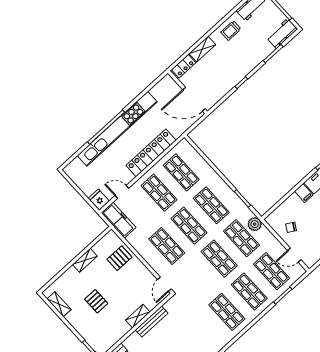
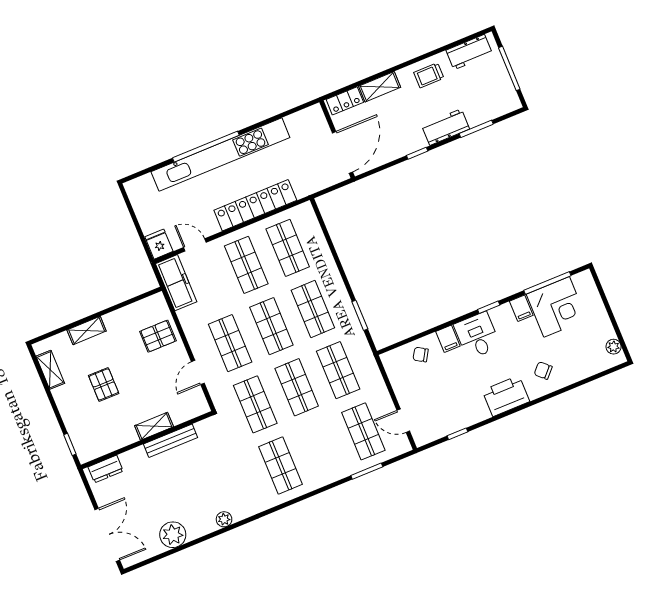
workbench: (282, 33) -> (446, 127), moved
door: (194, 99) -> (343, 152), swing flipped
plant: (255, 224) -> (364, 357), removed
chair: (291, 227) -> (421, 355), moved
shelving: (85, 260) -> (87, 330), moved
door: (164, 284) -> (198, 372), moved
shop shelf: (249, 291) -> (255, 404), moved

